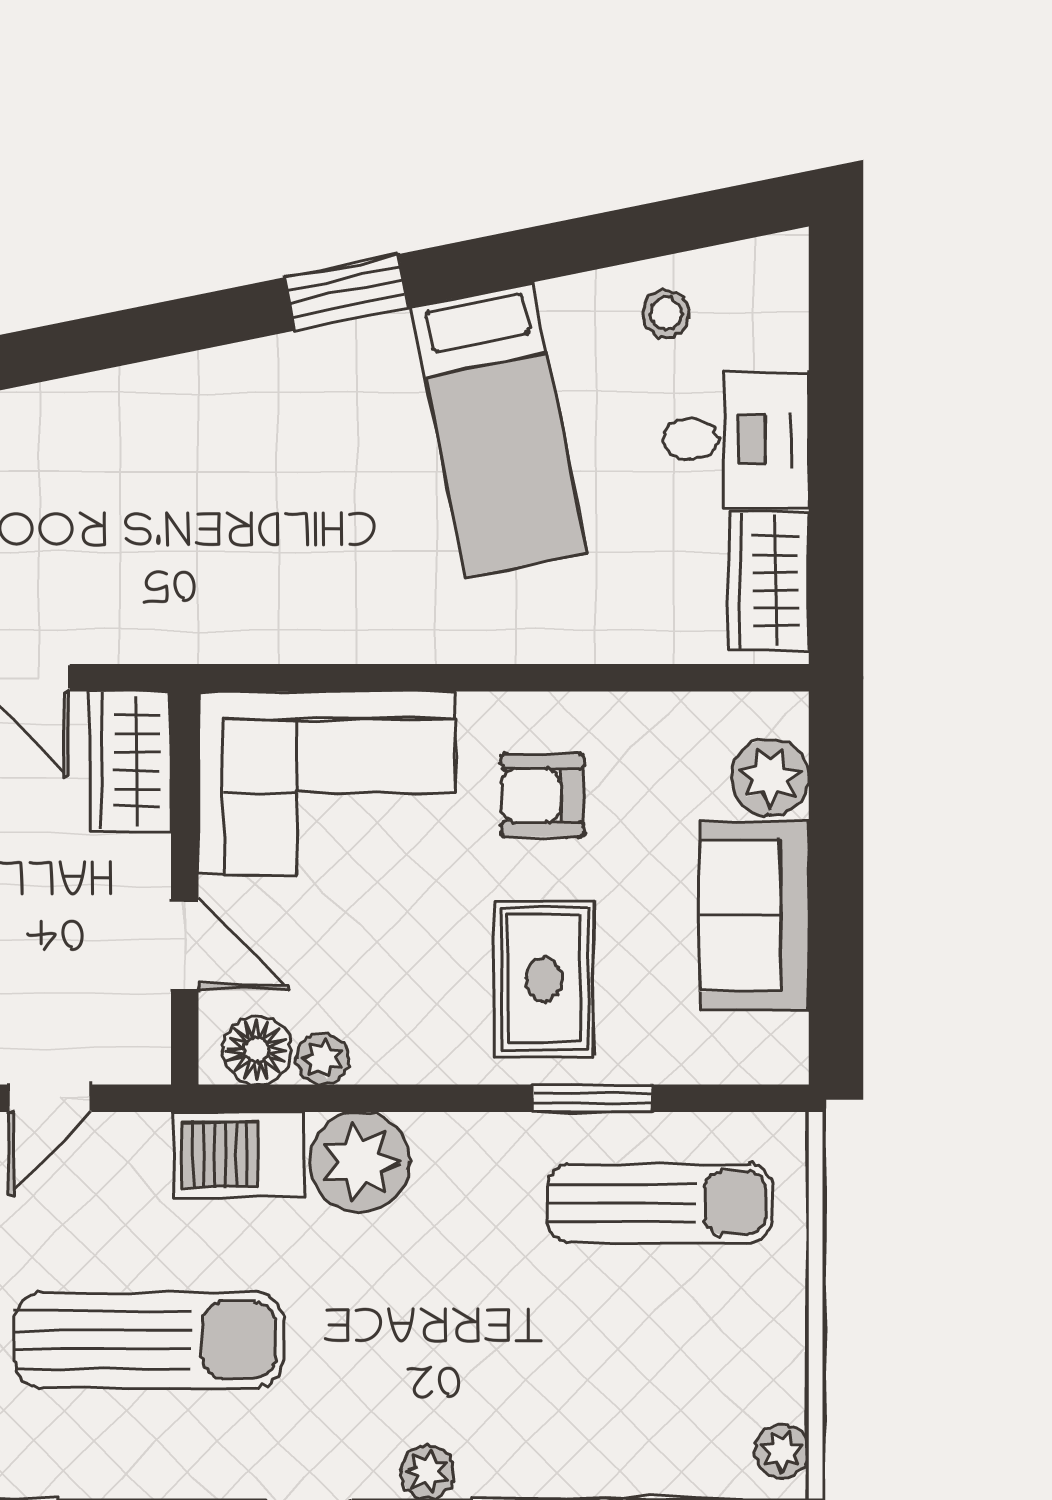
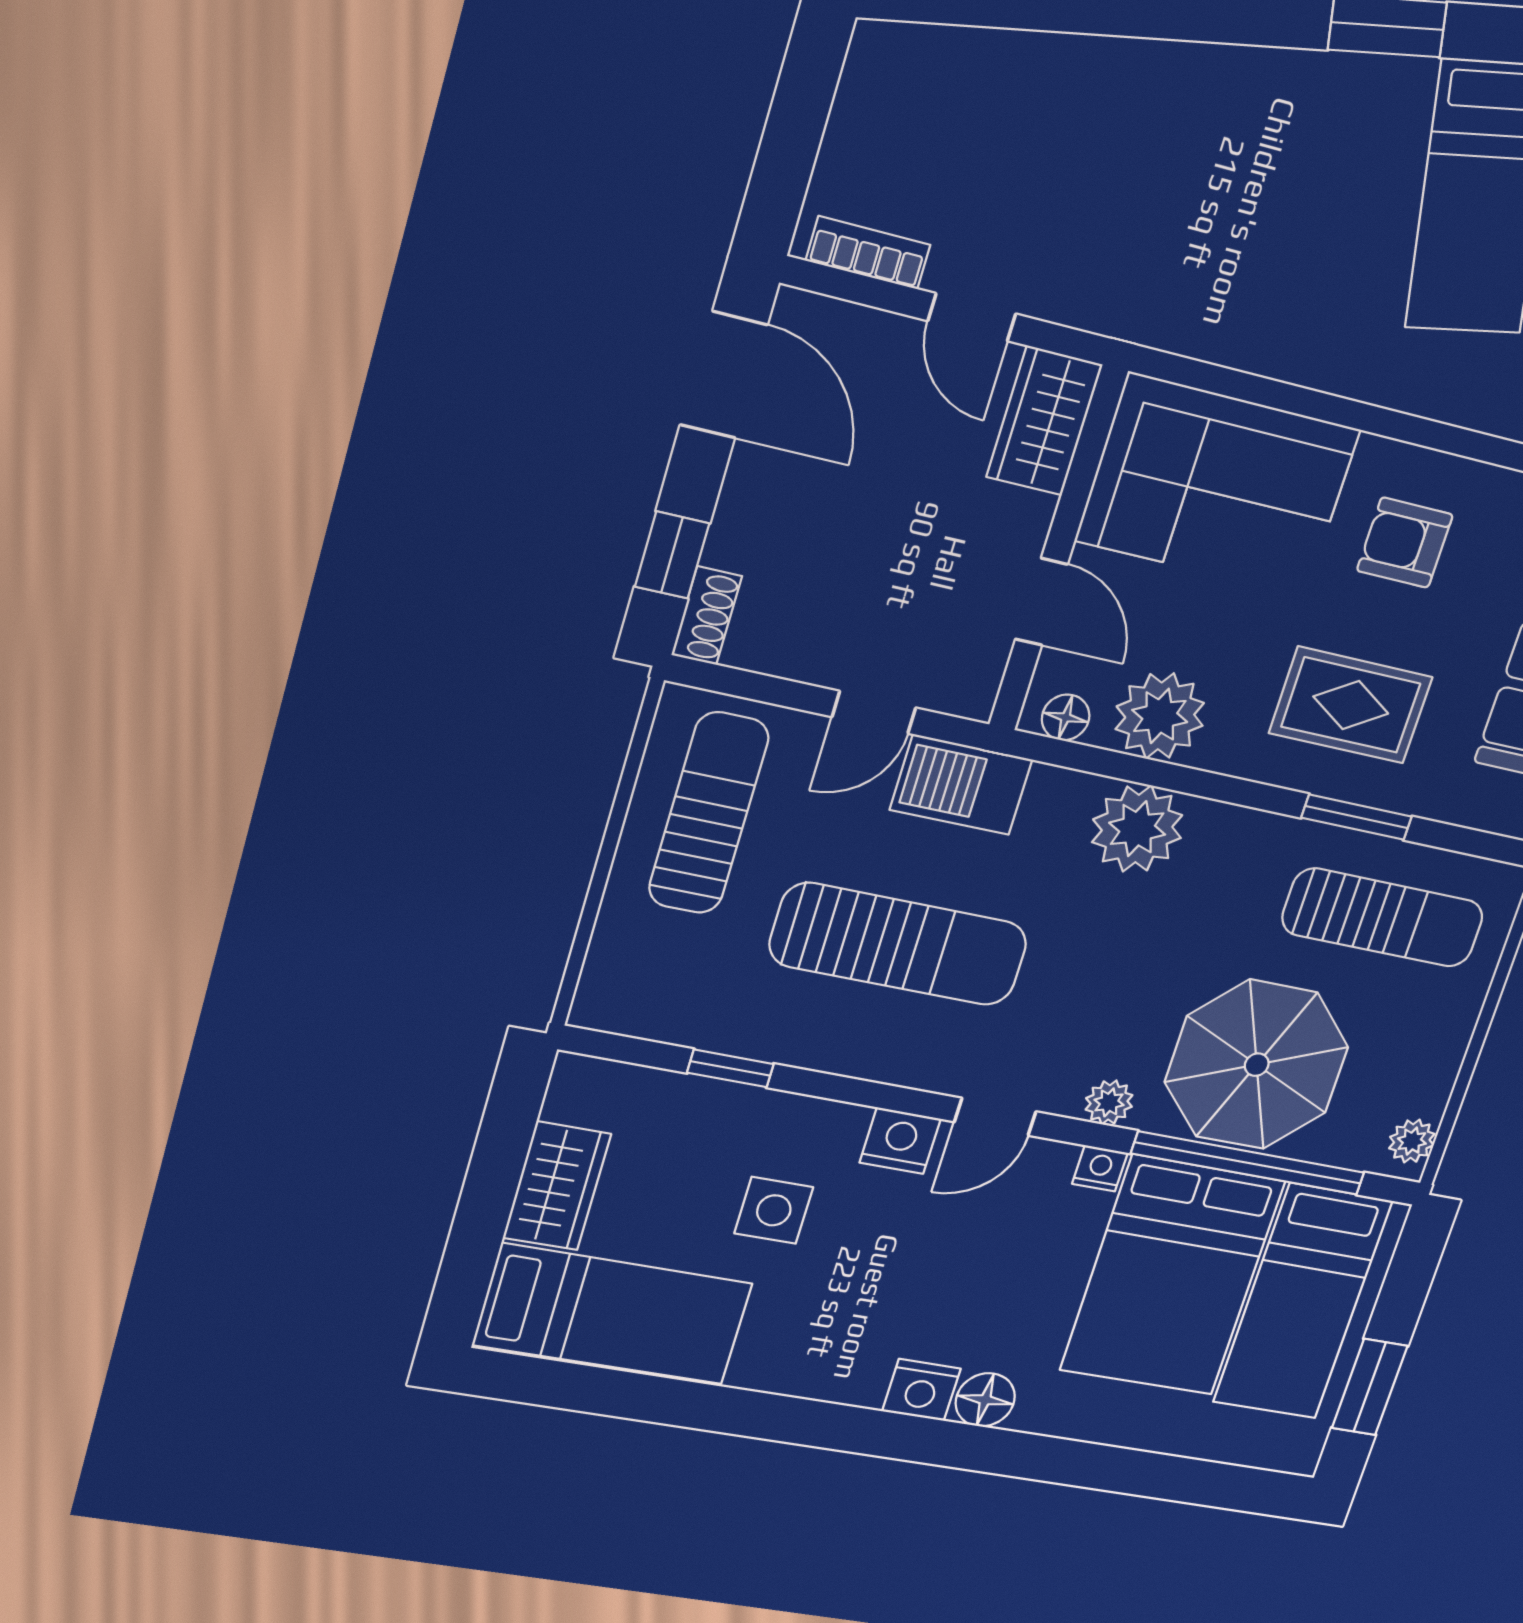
rug: (544, 979) -> (1351, 705), turned 90
floor lamp: (257, 1050) -> (1066, 717), width x0.73, depth x0.73
plant: (322, 1059) -> (1160, 716), width x1.88, depth x1.88
barbecue: (239, 1155) -> (961, 785), moved
parasol: (576, 1397) -> (1257, 1065), added

